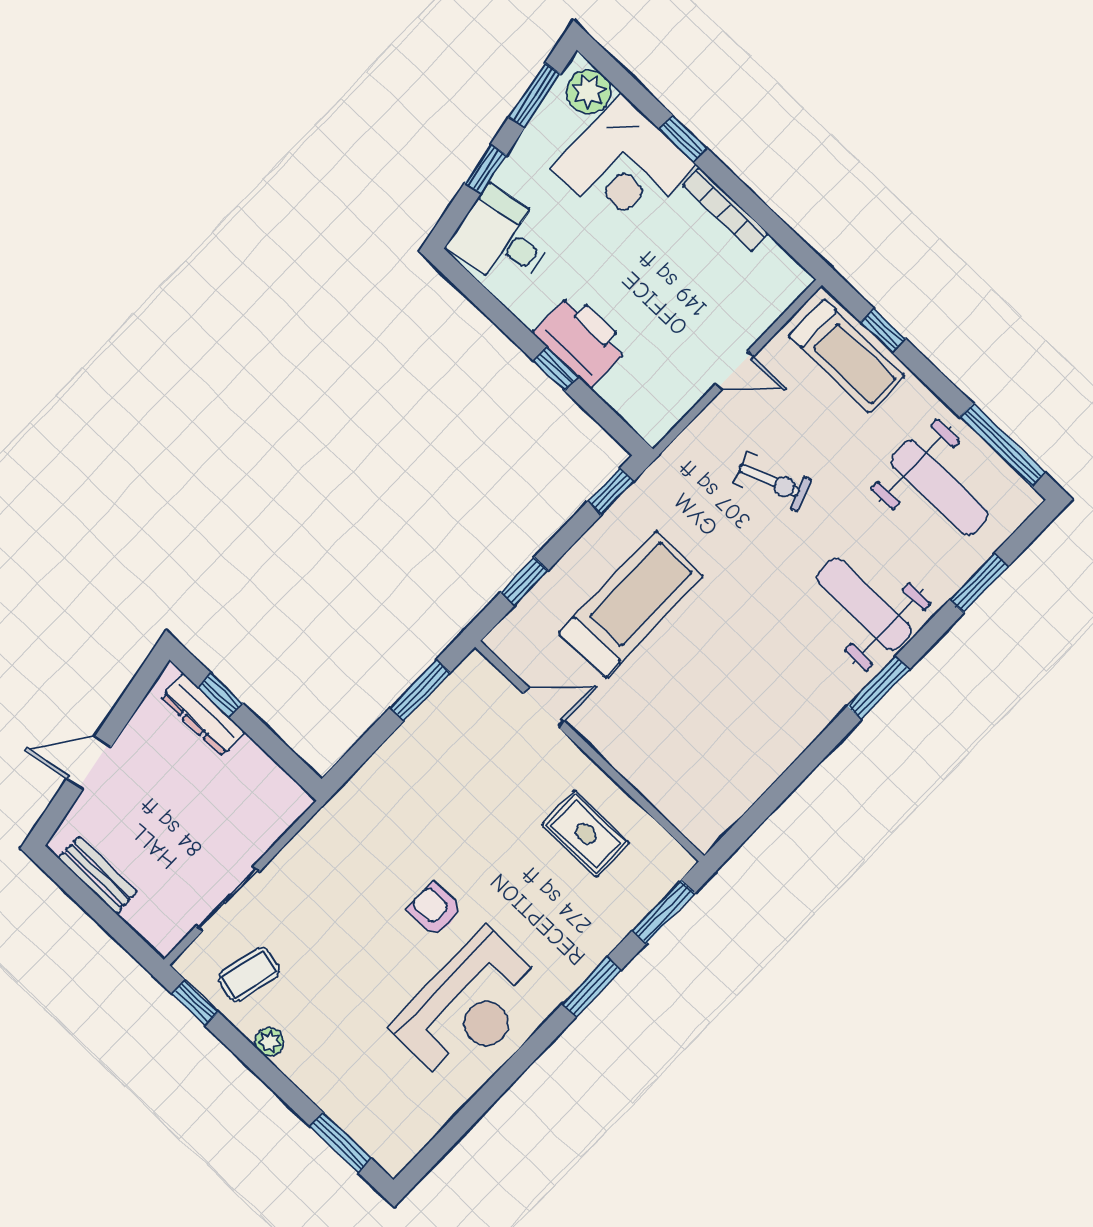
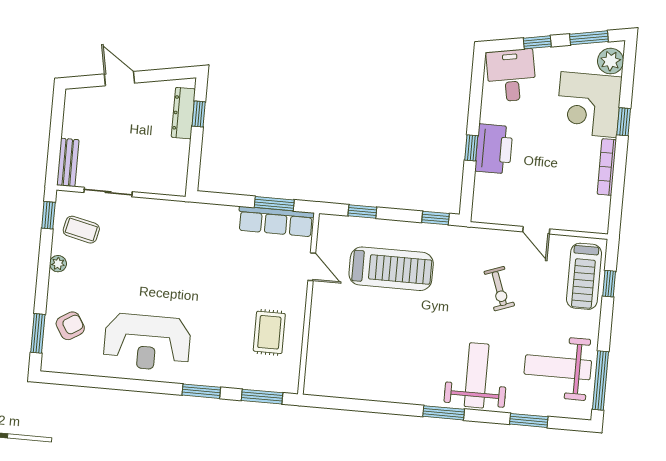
weight bench: (939, 488) -> (558, 367), turned 90
row of seats: (446, 707) -> (276, 221), added
bench: (98, 875) -> (68, 162), moved
armchair: (435, 909) -> (70, 326), moved, turned 58

